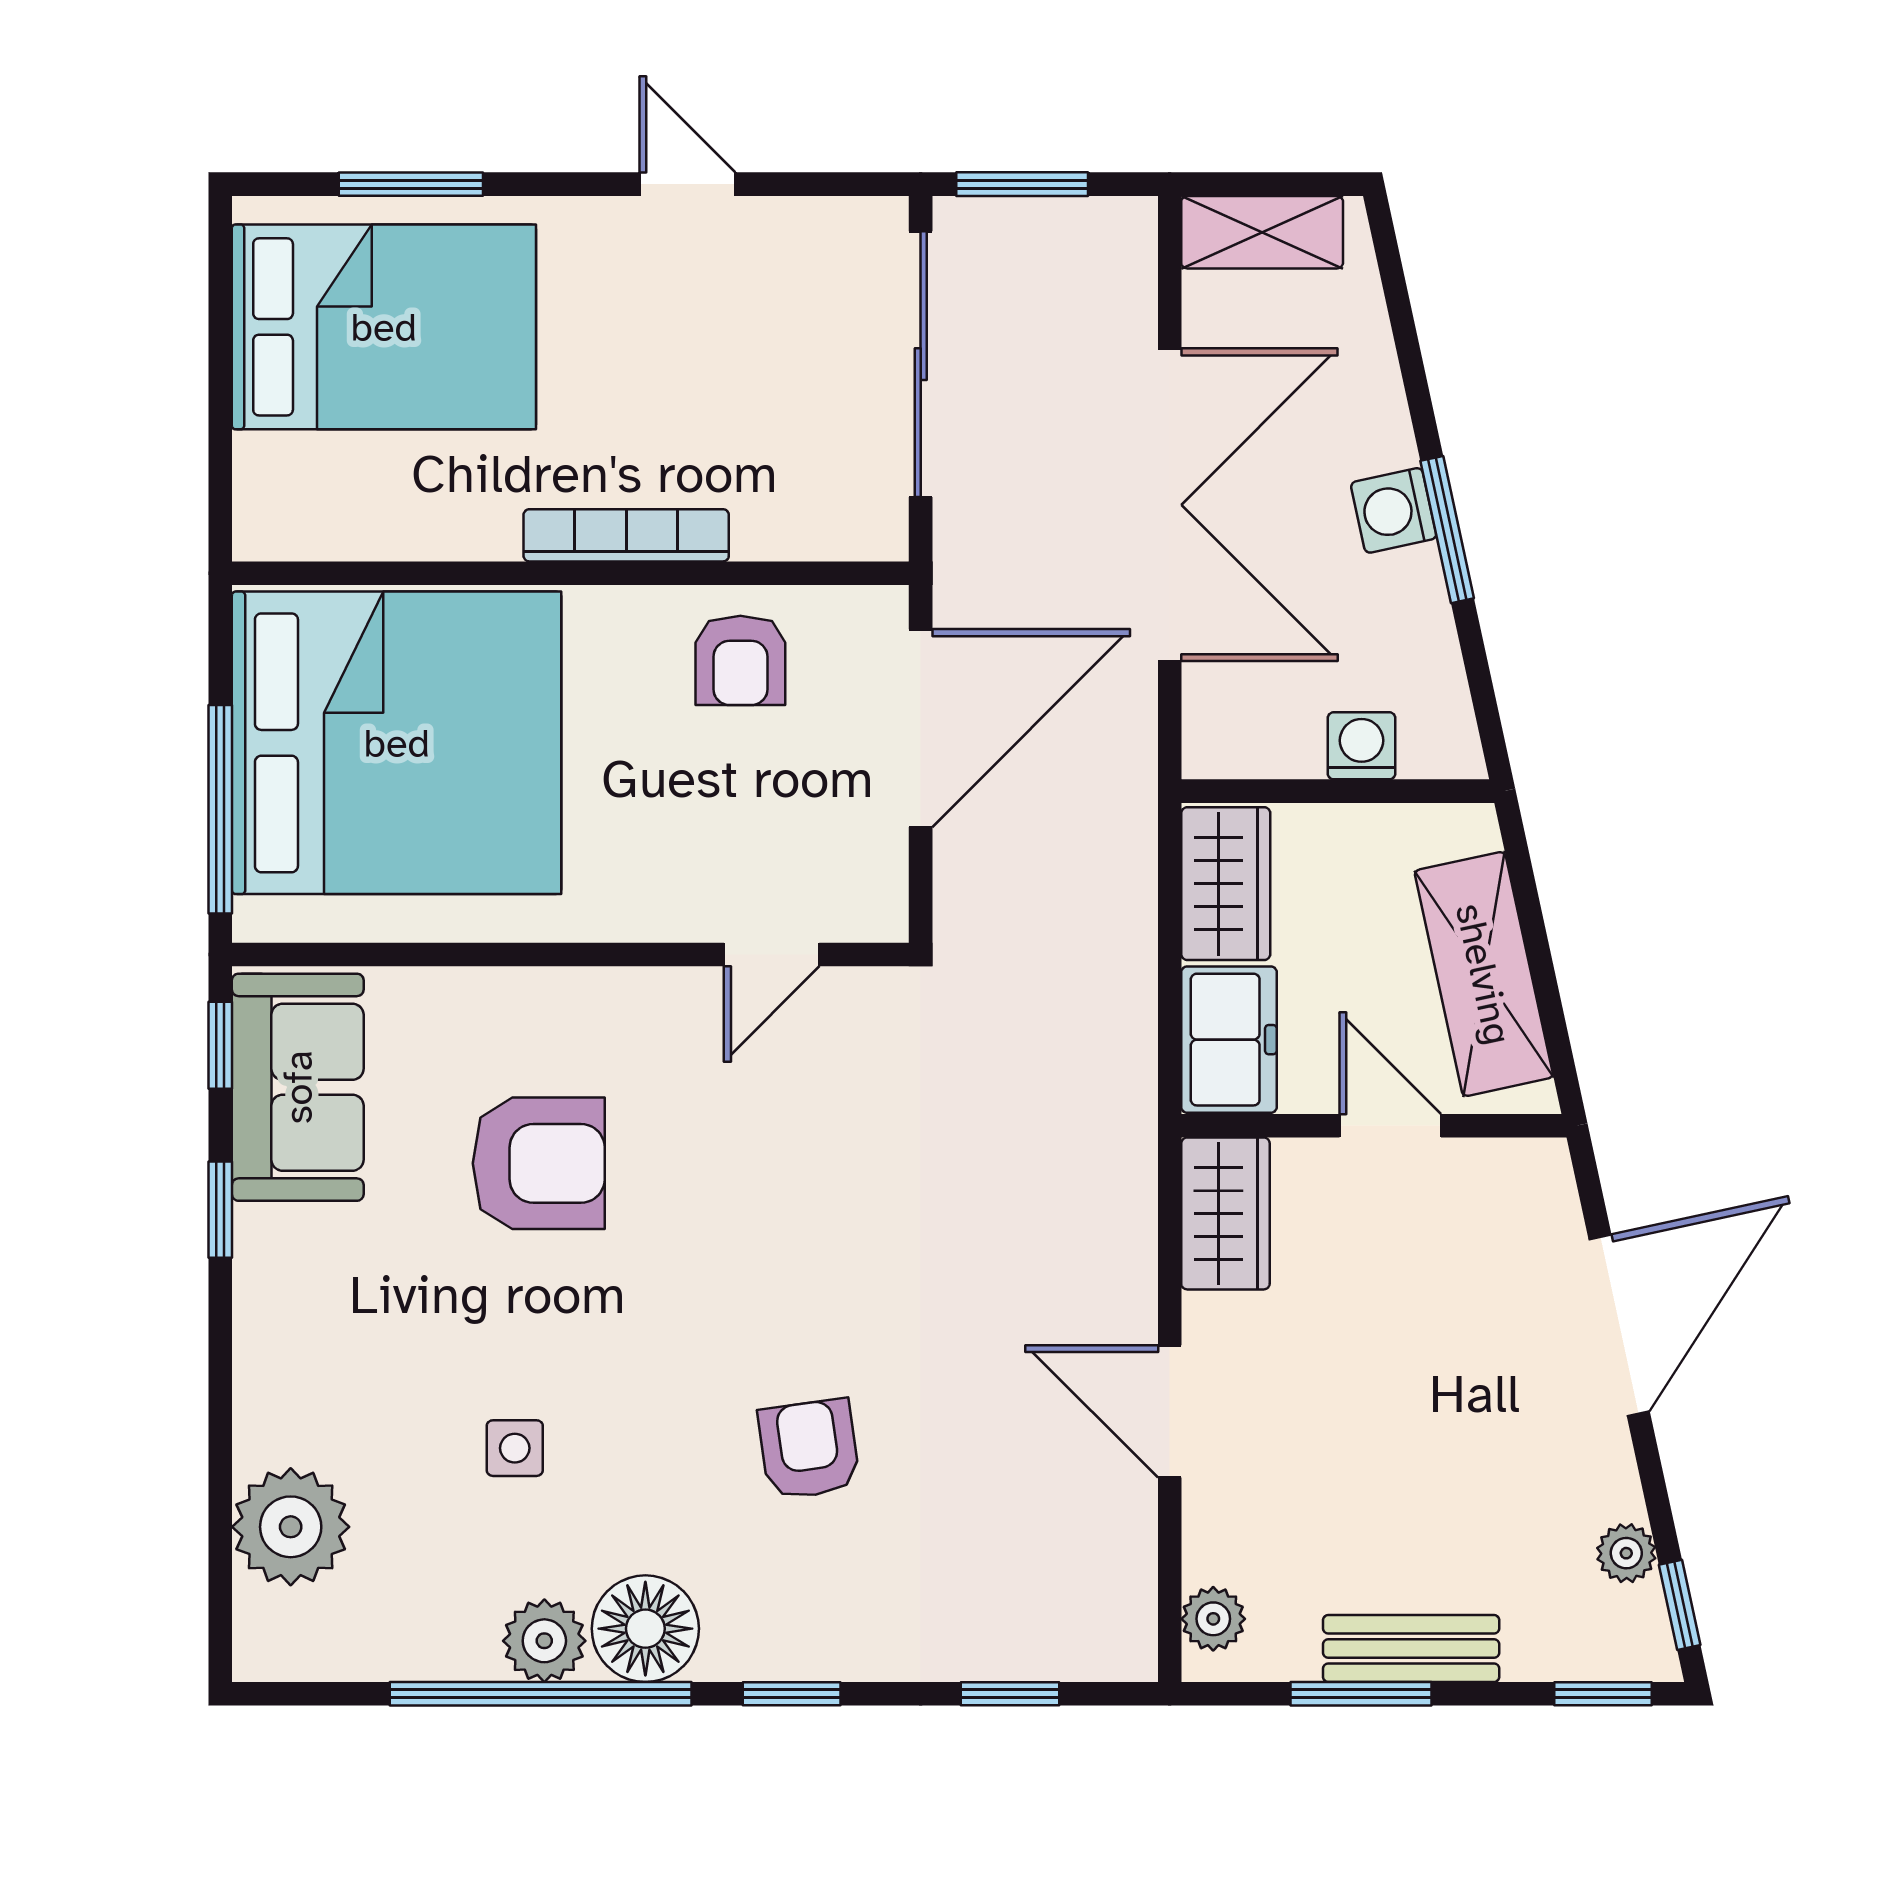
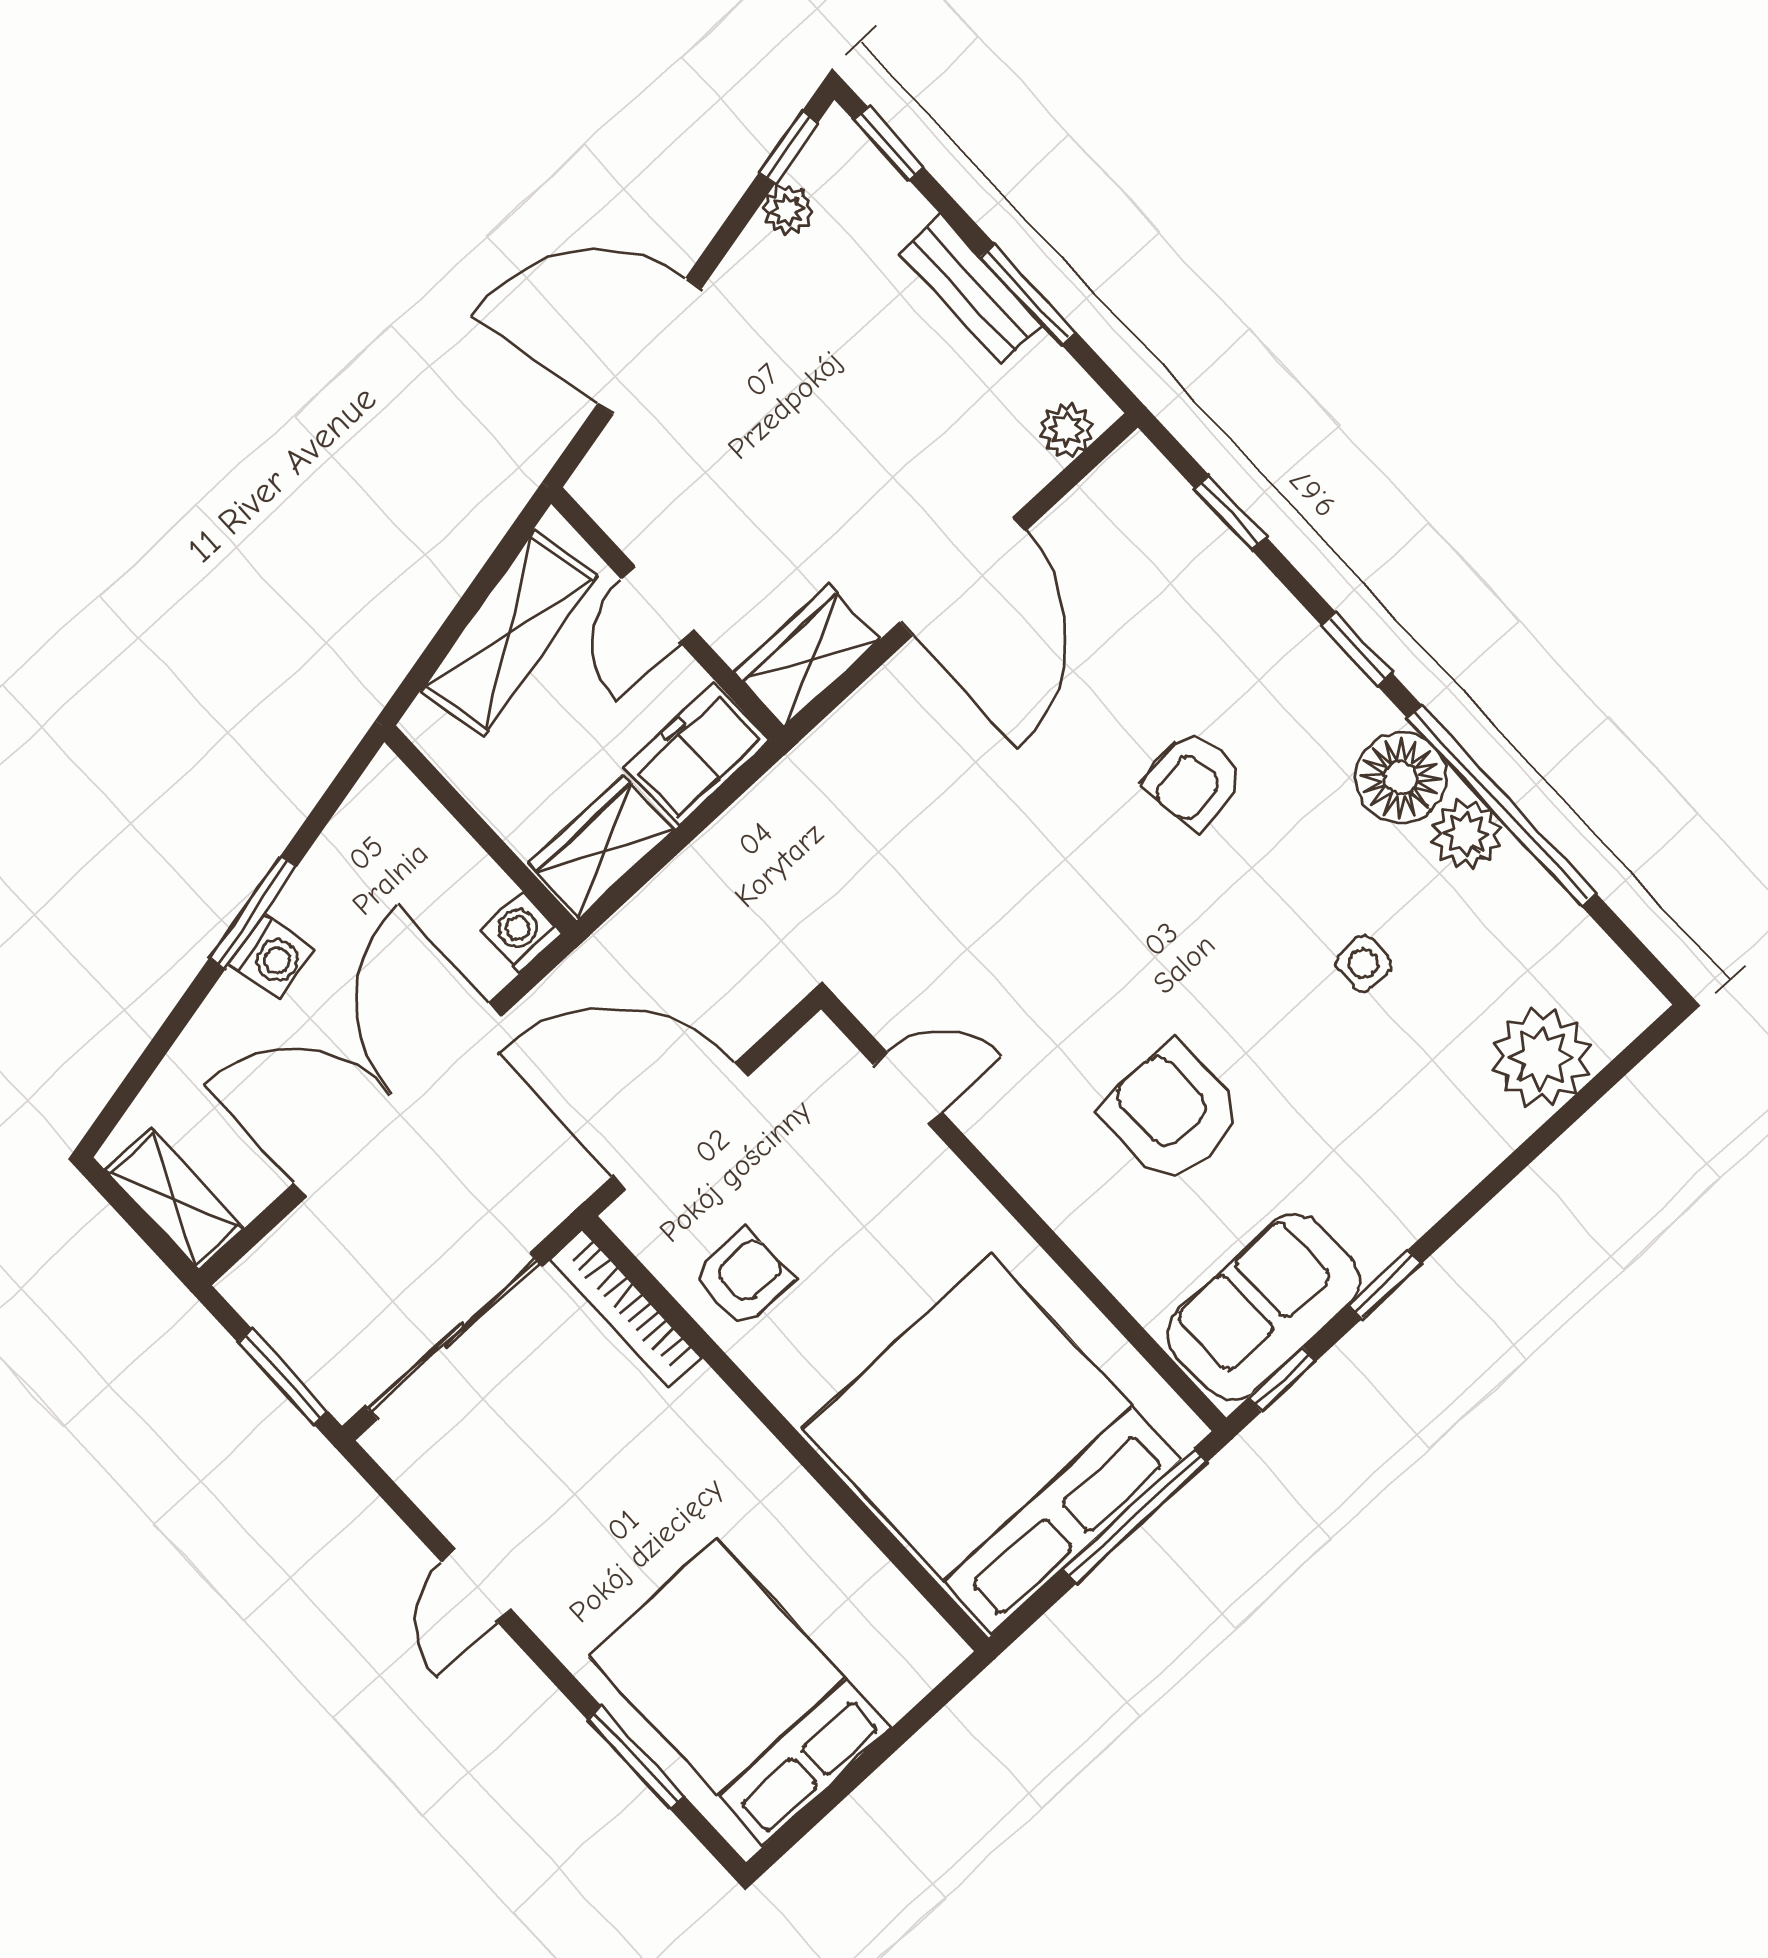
bookcase: (626, 535) -> (626, 1309), moved
washing machine: (1362, 746) -> (522, 932), moved, turned 90
door: (1170, 1411) -> (963, 577), width x1.36

